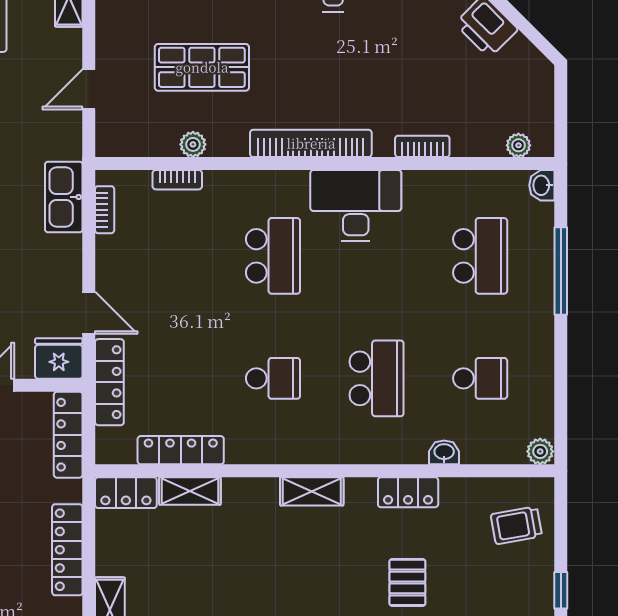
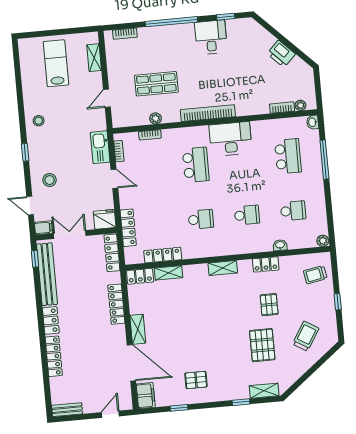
bookcase: (422, 146) -> (282, 108), moved
door: (89, 313) -> (114, 179), moved
school desk: (377, 378) -> (247, 215), width x0.54

